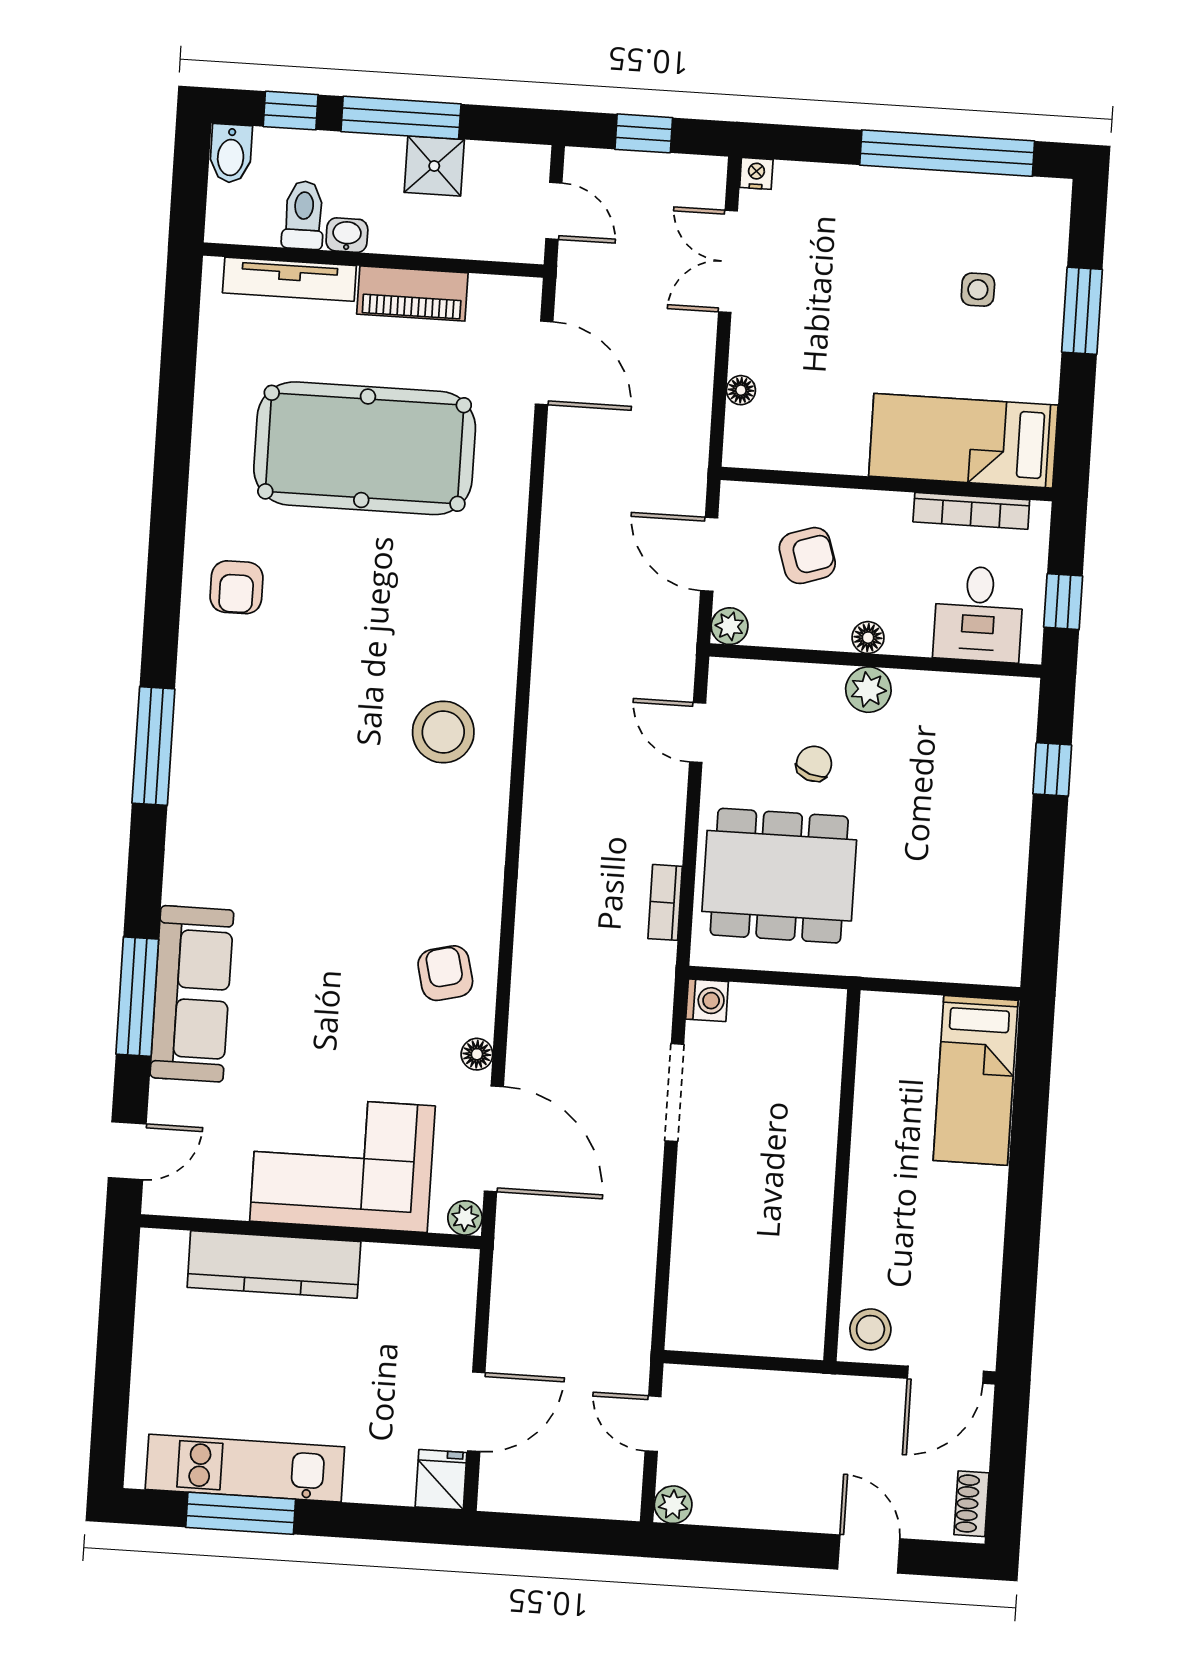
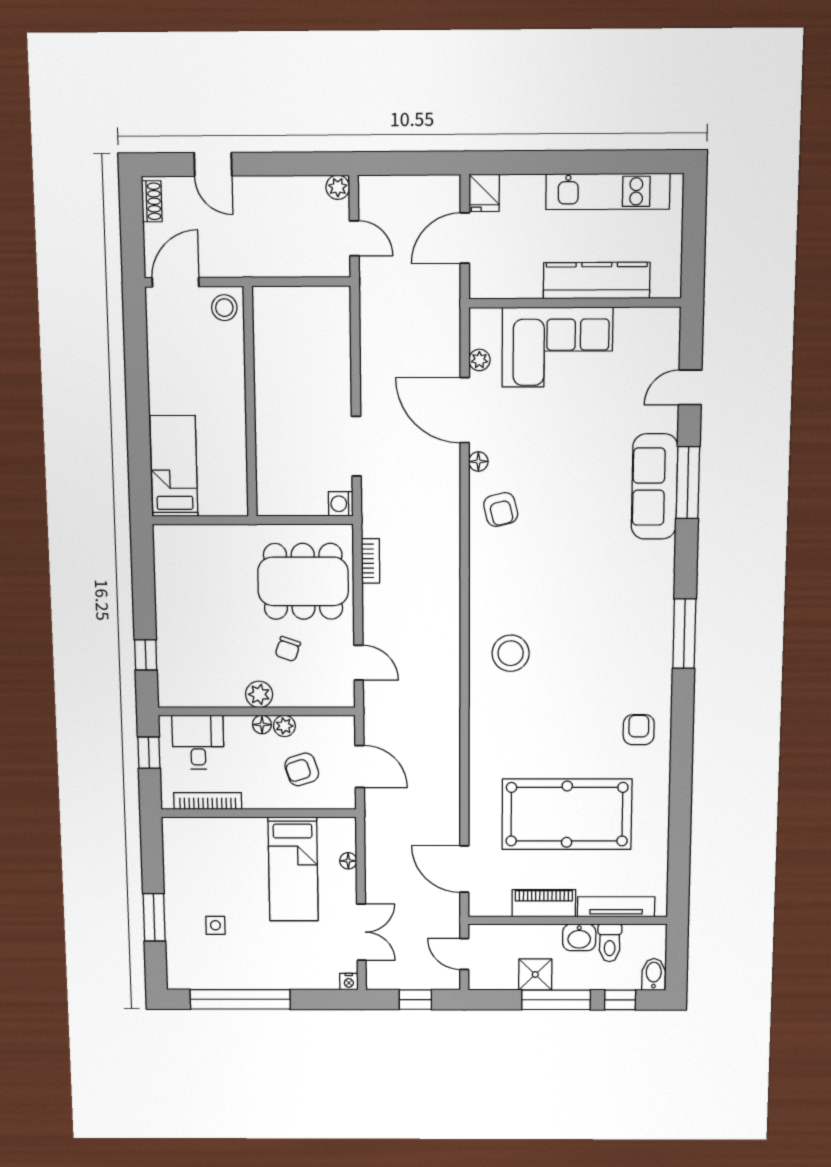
washbasin: (347, 235) -> (579, 937), width x1.38, depth x1.45
bed: (963, 441) -> (293, 869), moved, turned 90
plant: (730, 626) -> (284, 726), moved
corner sofa: (342, 1164) -> (557, 347), moved
wall: (311, 1232) -> (575, 303), moved
kitchen counter: (274, 1264) -> (597, 281), moved
window: (241, 1513) -> (609, 162), removed

